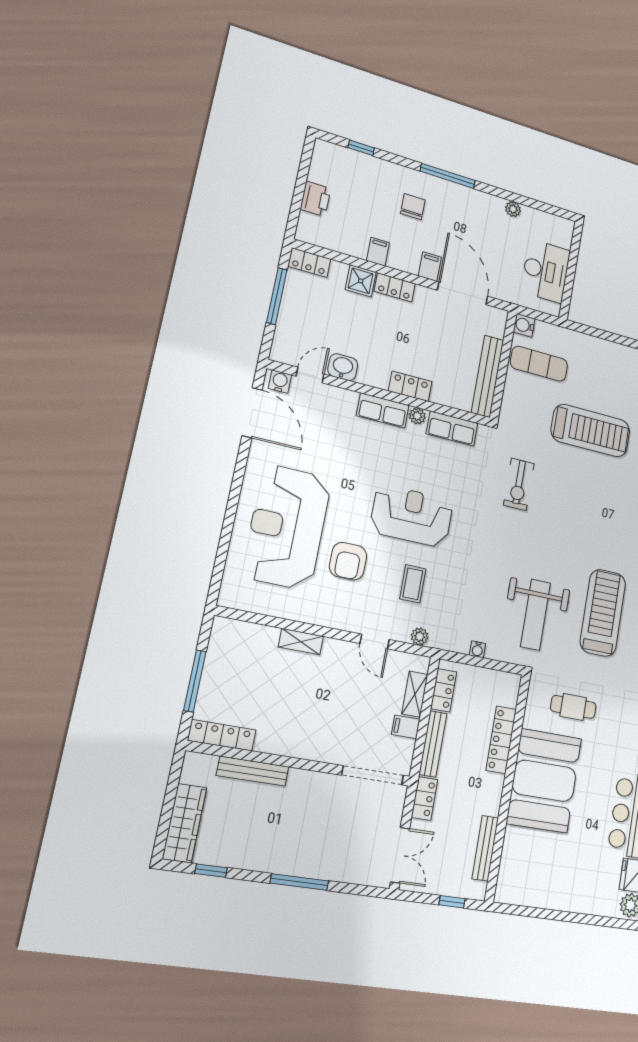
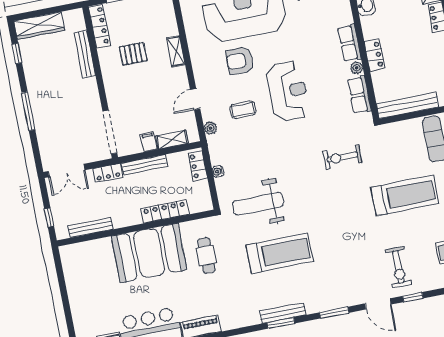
treadmill: (591, 431) -> (405, 195), turned -90
locker: (444, 690) -> (198, 166), moved, turned 90
pallet: (280, 702) -> (133, 54), added

